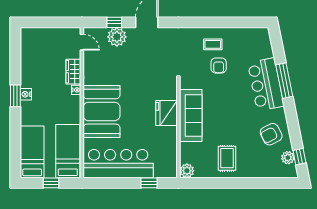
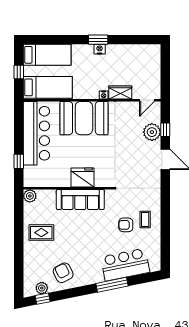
bar counter: (266, 84) -> (125, 265), moved

